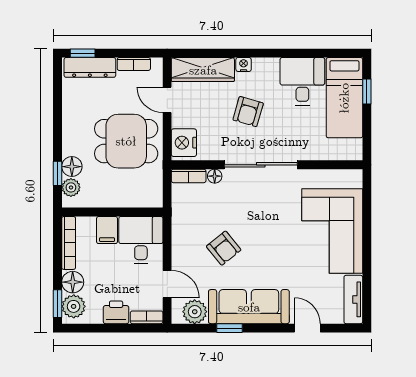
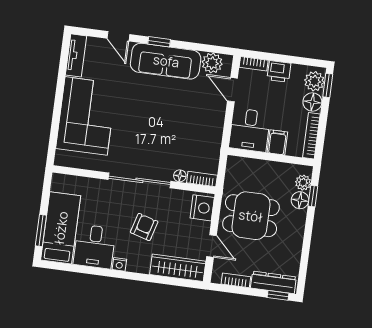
nightstand: (244, 64) -> (119, 264), moved
window: (367, 92) -> (41, 231), width x1.50
armchair: (224, 248) -> (180, 114), removed
window: (230, 328) -> (159, 42), moved

